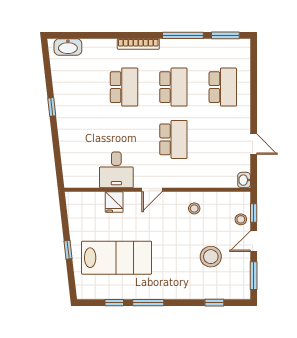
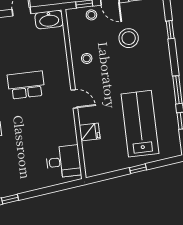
desk: (116, 170) -> (63, 162), moved
washbasin: (244, 180) -> (49, 20), width x1.91, depth x1.45

